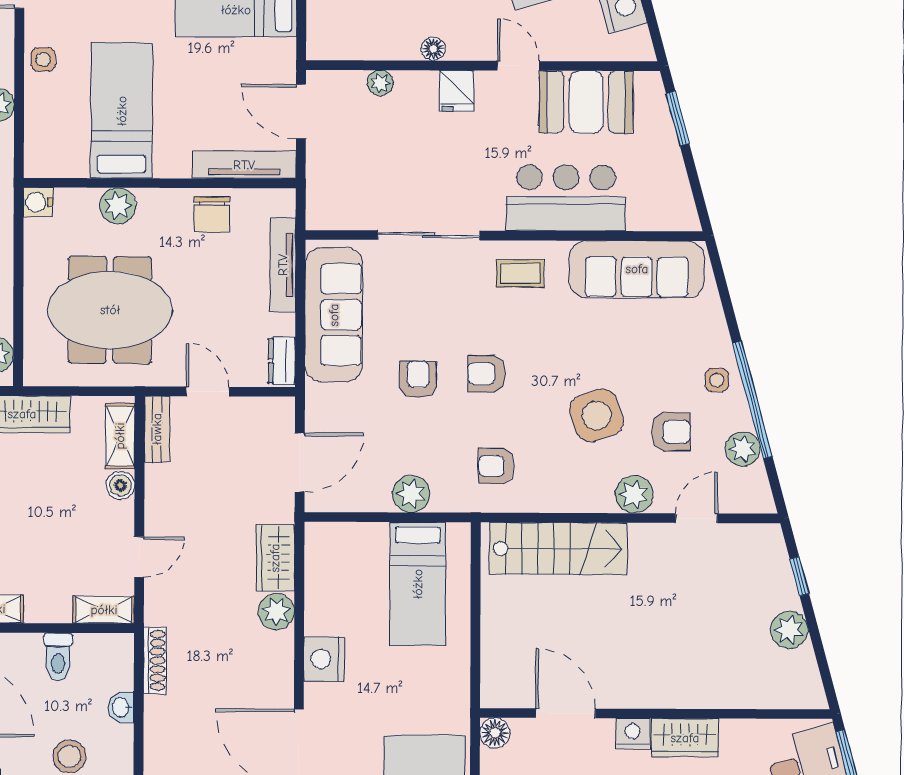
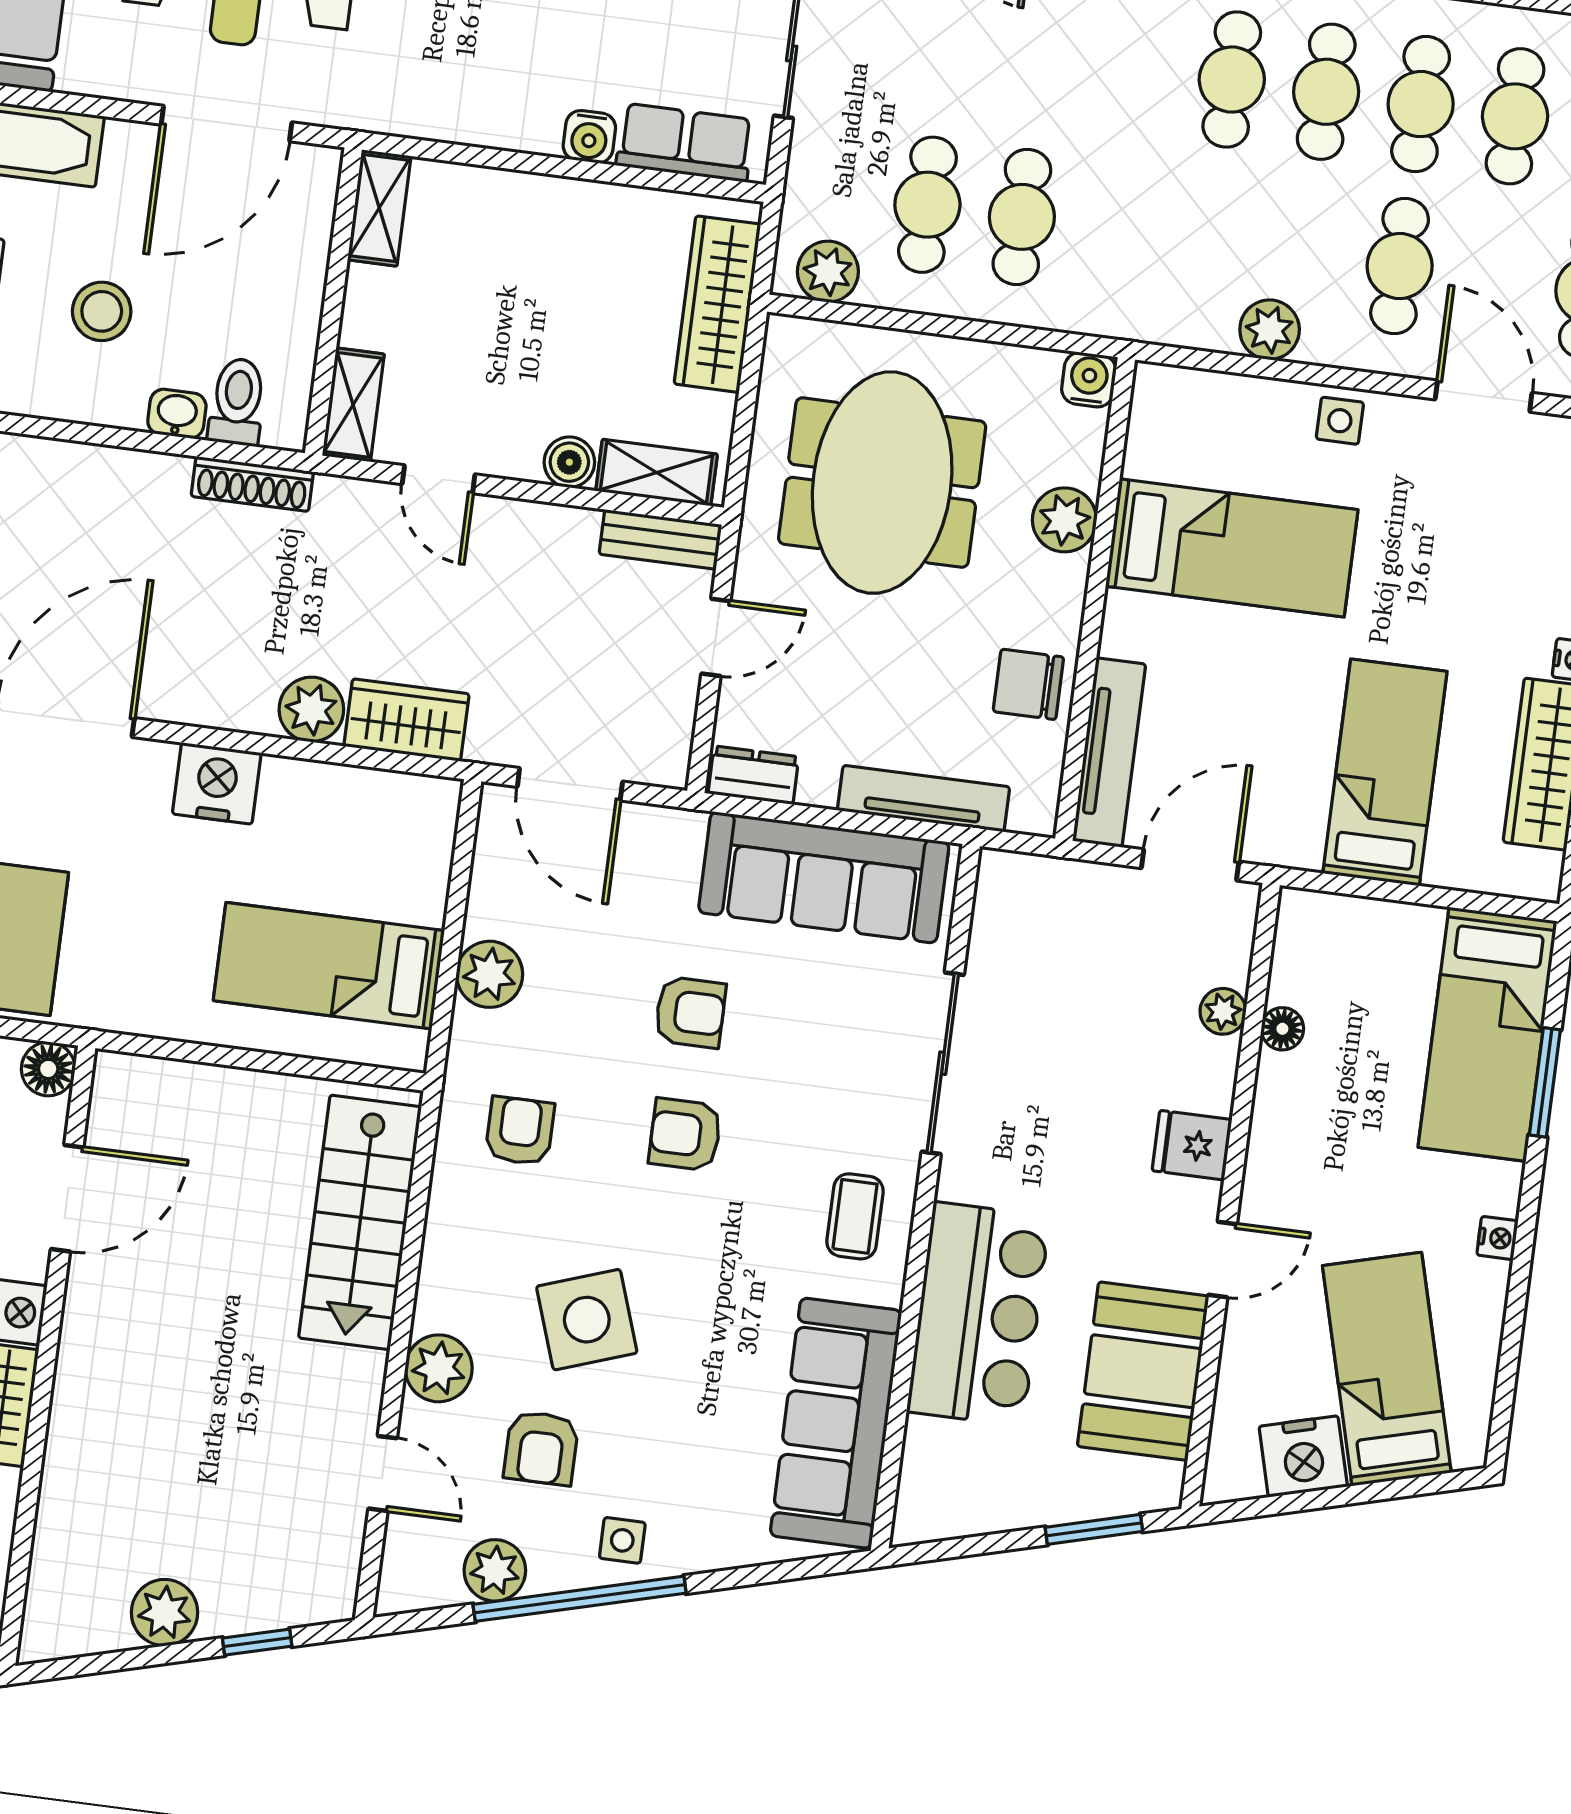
floor lamp: (433, 49) -> (1282, 1029), moved
armchair: (487, 374) -> (685, 1135), turned -90
toilet: (58, 657) -> (237, 402), moved, turned 90

